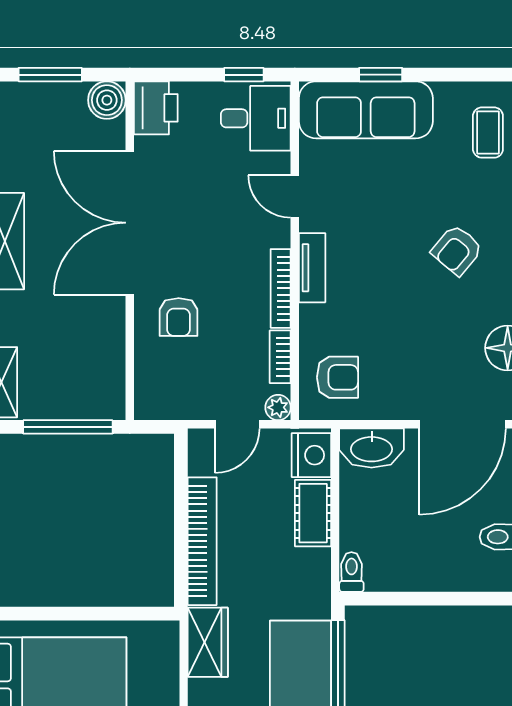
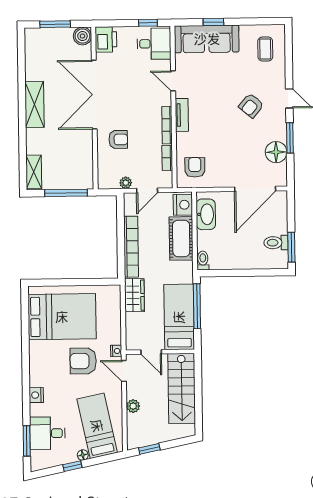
armchair: (179, 317) -> (118, 139), turned -90
armchair: (337, 377) -> (195, 167), turned -90
plant: (278, 407) -> (126, 183), moved
washbasin: (372, 448) -> (206, 214), moved, turned -90
cot: (313, 513) -> (181, 238), width x1.37, depth x1.34

